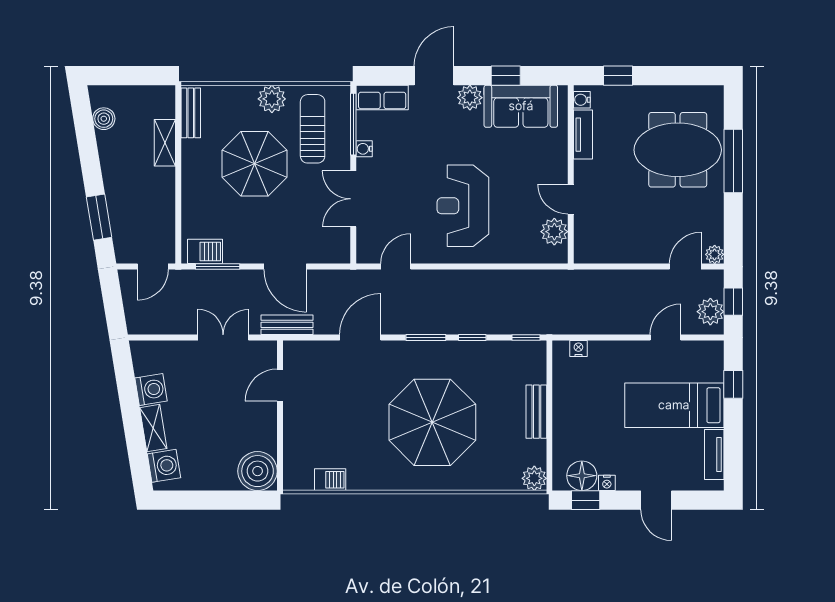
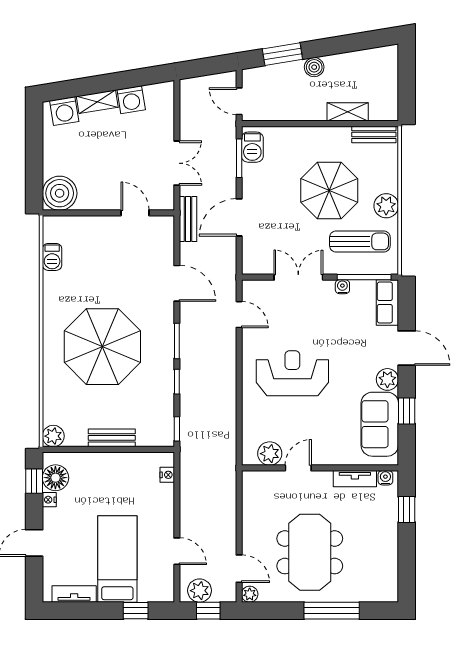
boiler: (104, 119) -> (314, 67), moved
meeting table: (678, 150) -> (310, 552), moved

